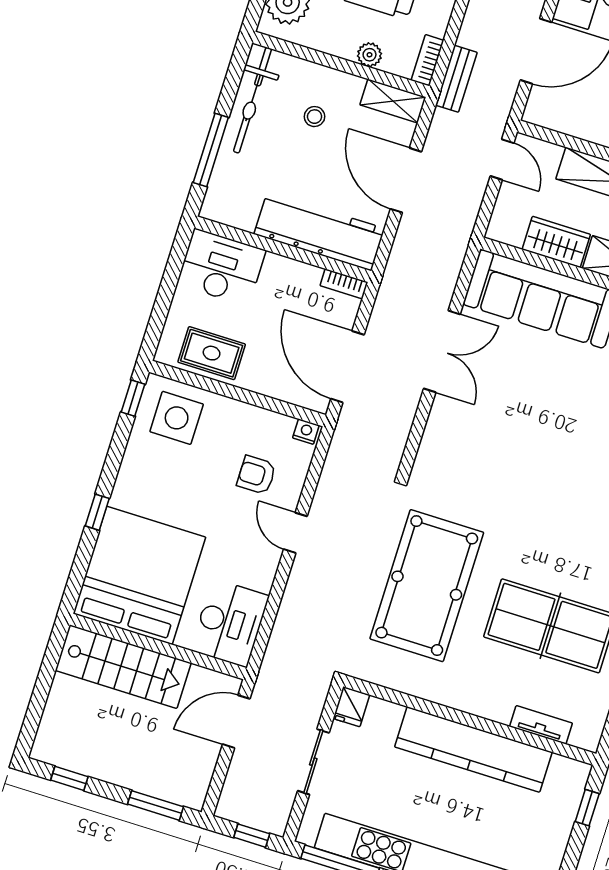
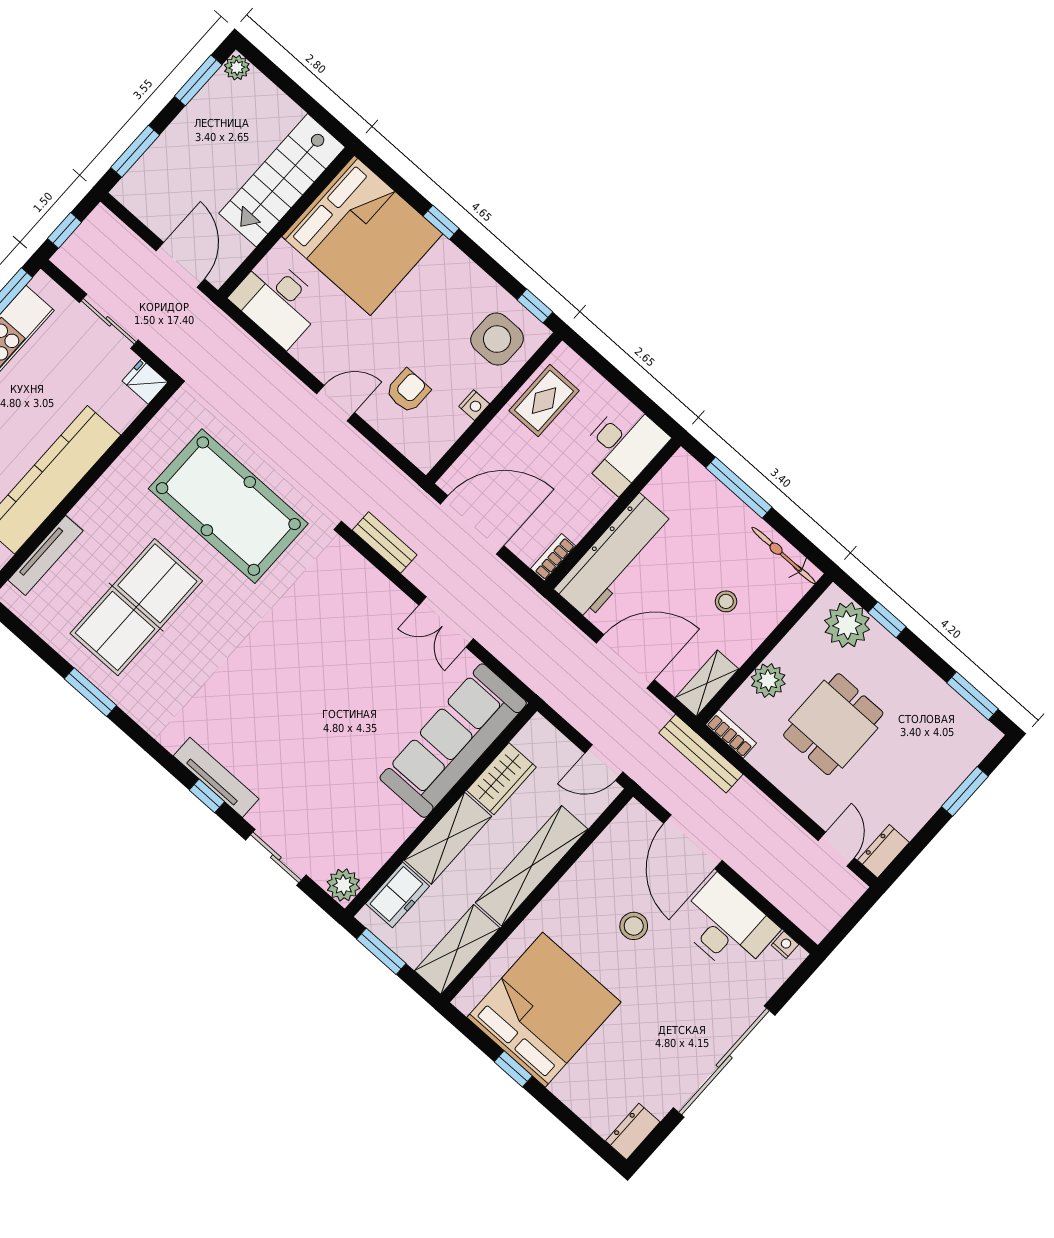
plant: (369, 55) -> (768, 680), width x1.38, depth x1.38
bench: (456, 79) -> (701, 754), width x1.36
bicycle: (253, 100) -> (784, 555), width x0.73, depth x0.71
double door: (442, 351) -> (446, 622), width x0.73
nightstand: (306, 432) -> (474, 405), moved
bench: (397, 436) -> (385, 542), added
tv unit: (541, 725) -> (46, 555), width x1.41
plant: (43, 750) -> (237, 68), added
window: (69, 778) -> (198, 80), width x1.50

